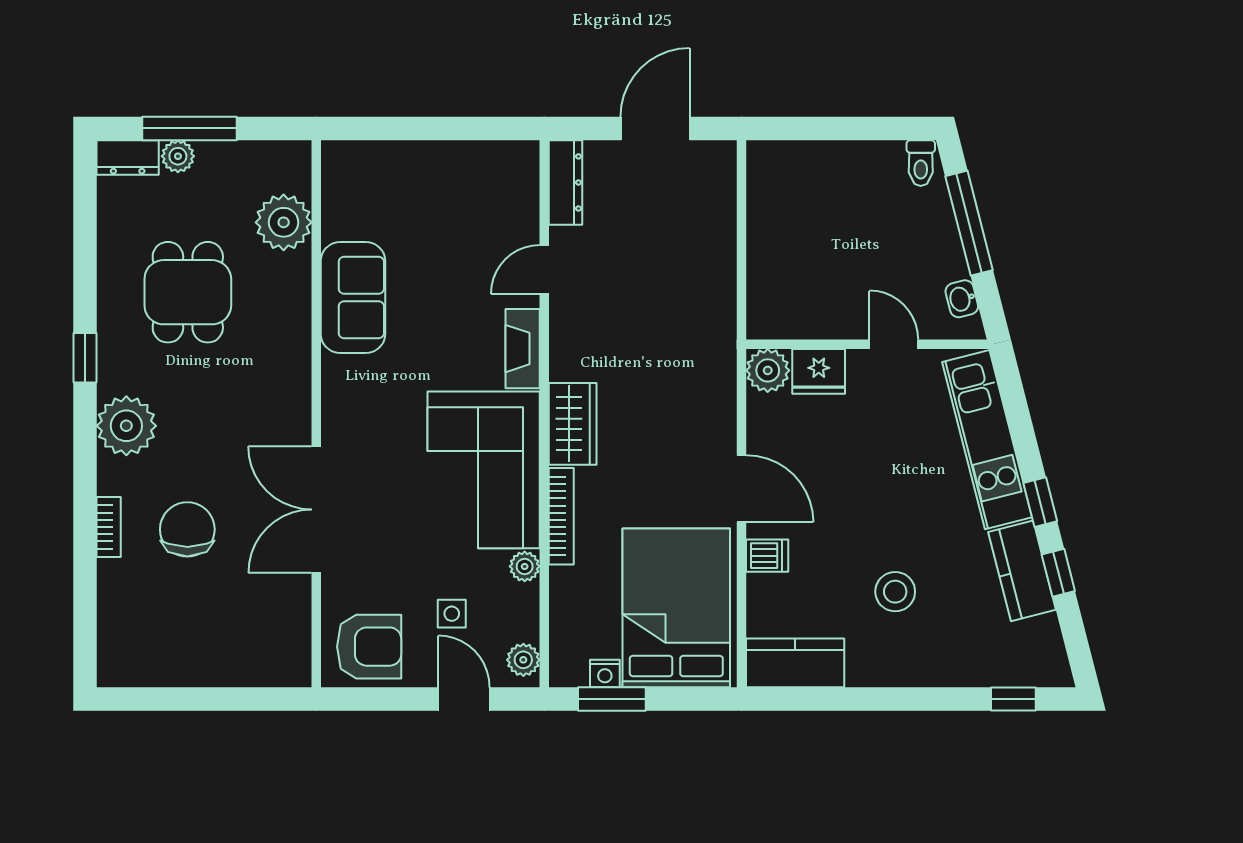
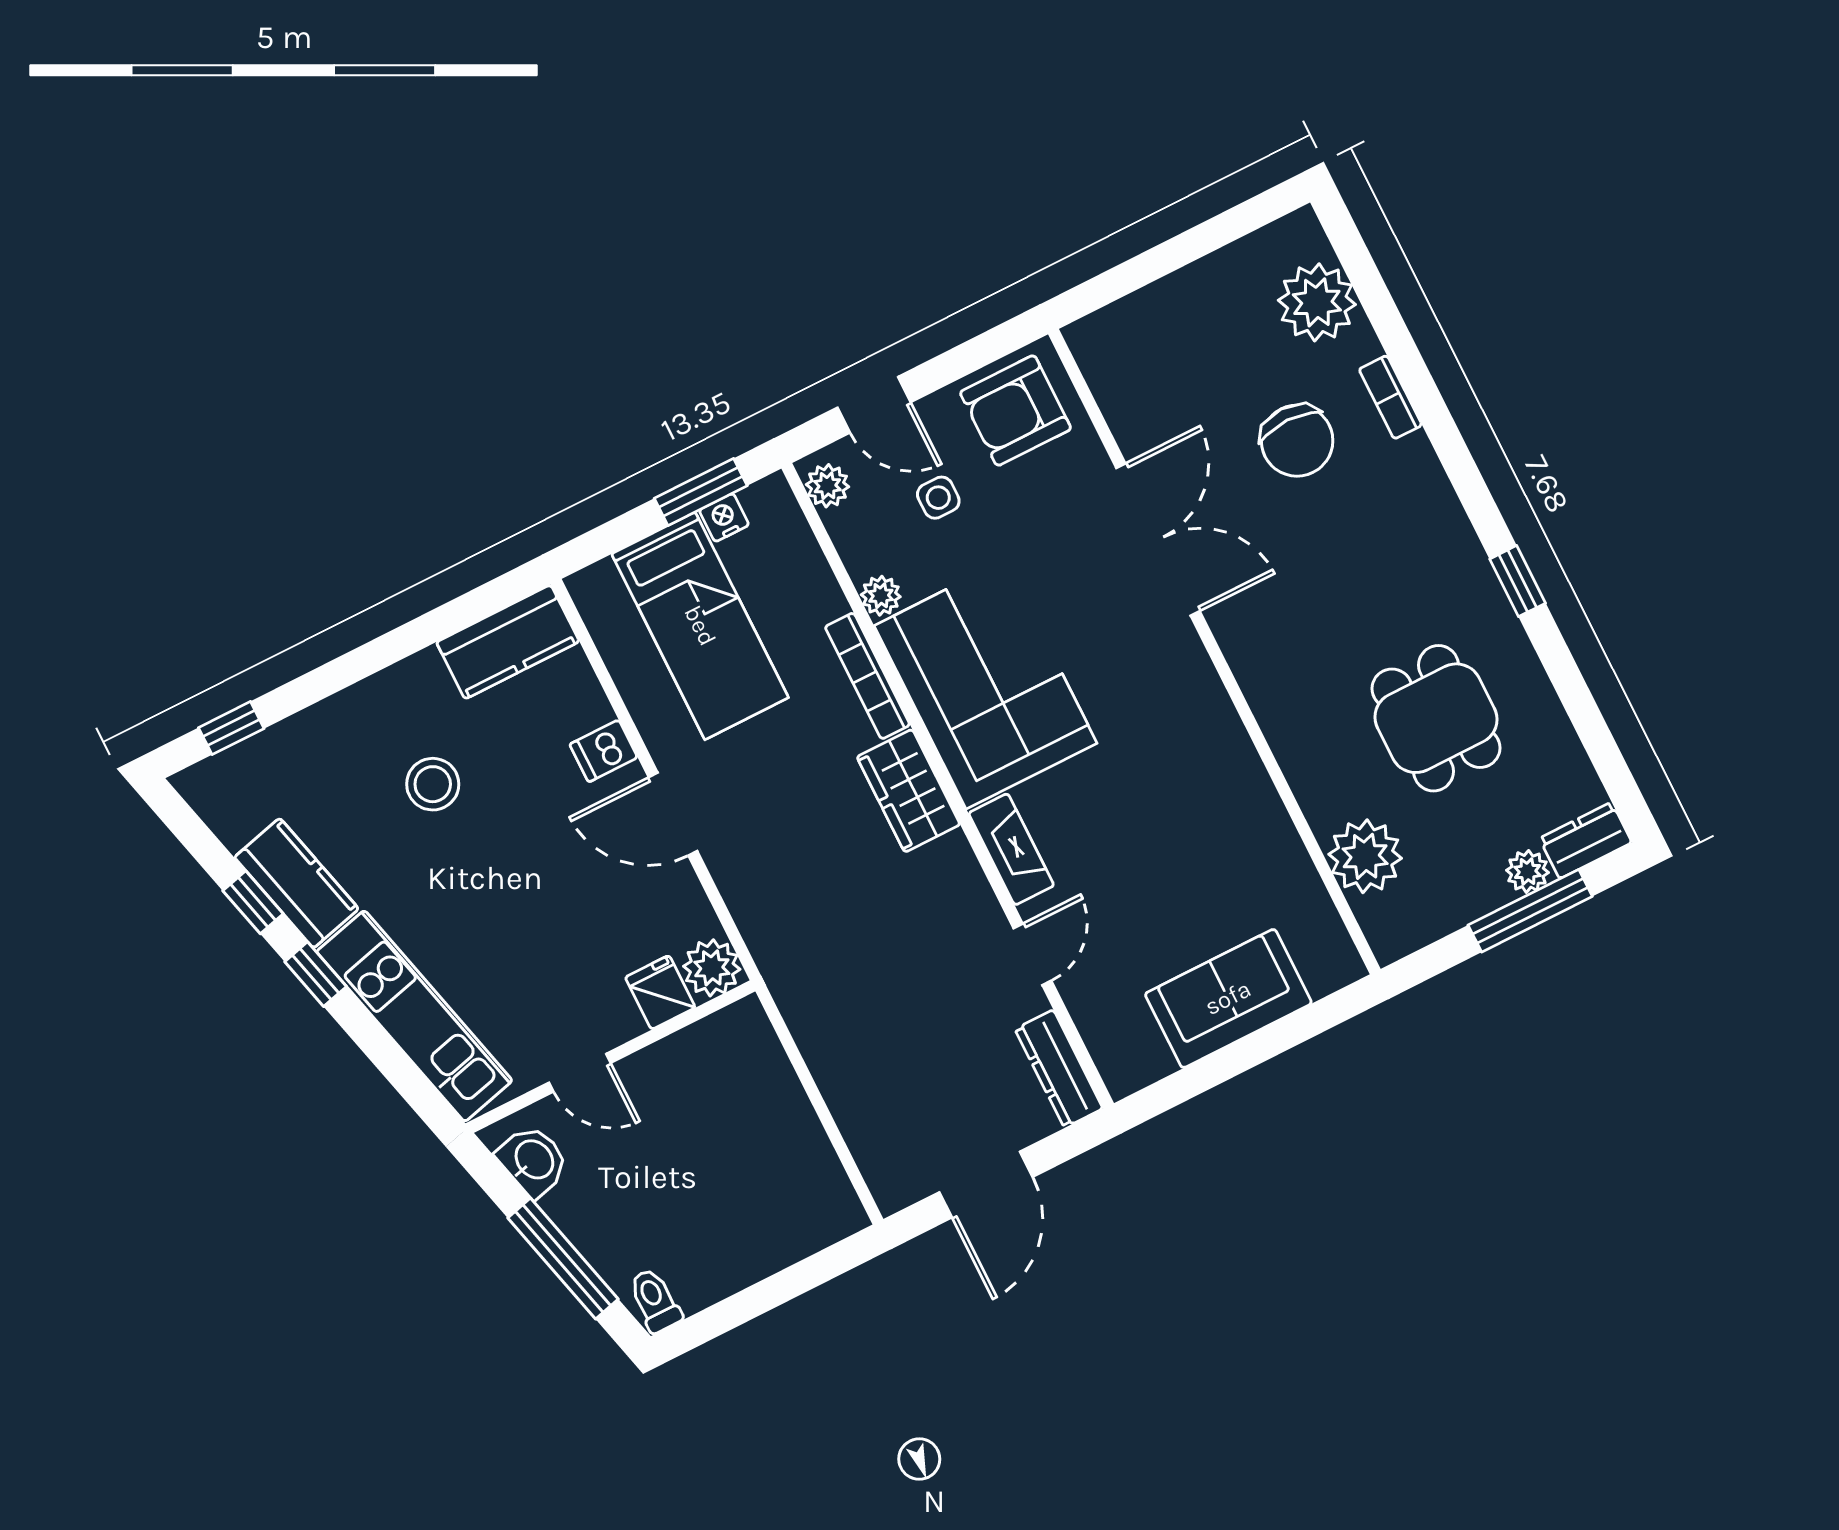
sofa: (353, 298) -> (1228, 998), moved, turned 90
washbasin: (962, 299) -> (533, 1160), width x1.38, depth x1.45
fridge: (819, 371) -> (660, 992), width x0.72
plant: (126, 426) -> (1317, 302), moved
bed: (676, 608) -> (700, 626), width x0.67

